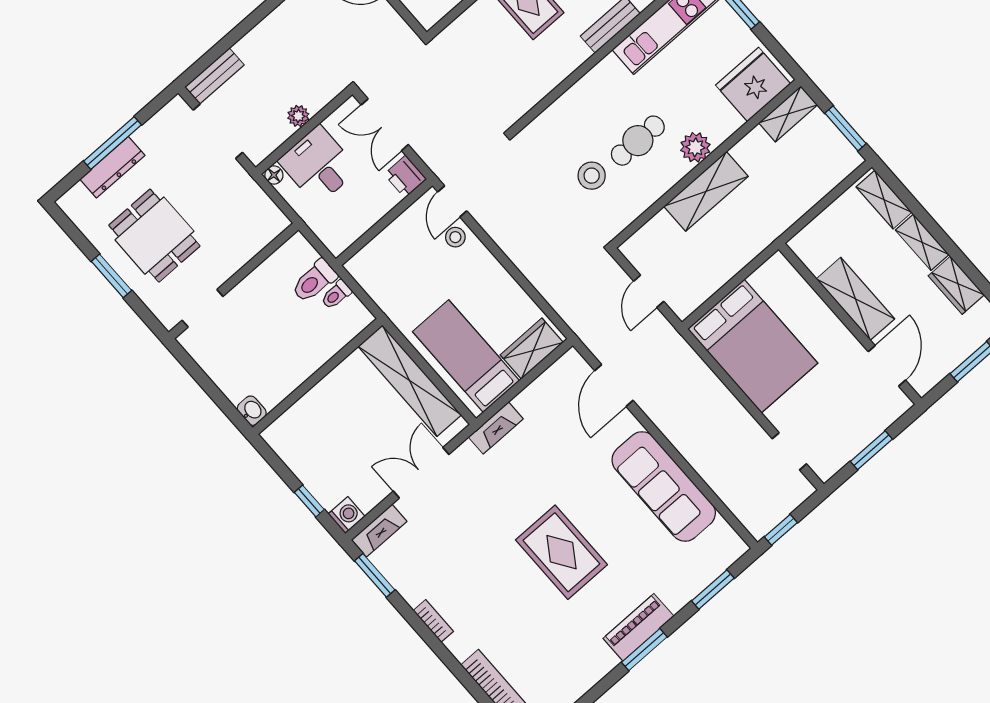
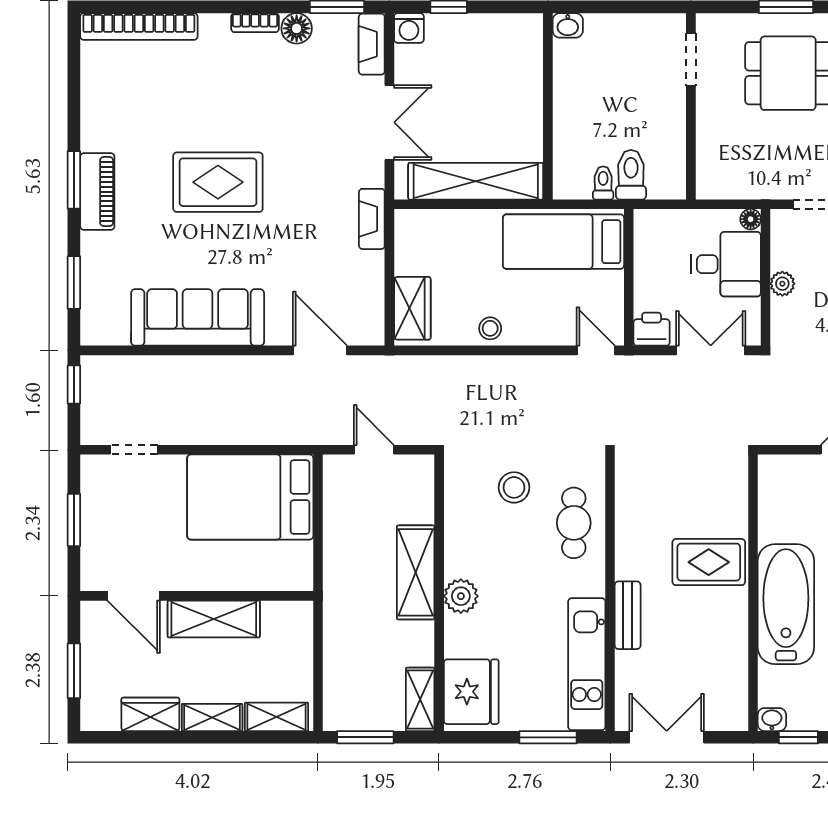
cafe table: (638, 141) -> (574, 523), moved
stool: (455, 237) -> (490, 328), moved
bed: (466, 356) -> (563, 242), moved, turned 180
floor lamp: (413, 590) -> (297, 28), added

